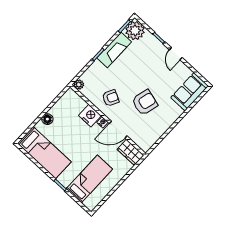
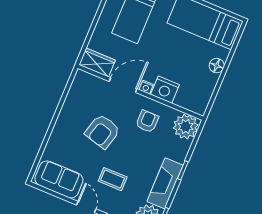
coffee table: (150, 66) -> (113, 179), added
plant: (79, 85) -> (186, 127), width x1.87, depth x1.87
sofa: (190, 92) -> (59, 179), moved, turned -90
armchair: (111, 98) -> (147, 121), turned 153

